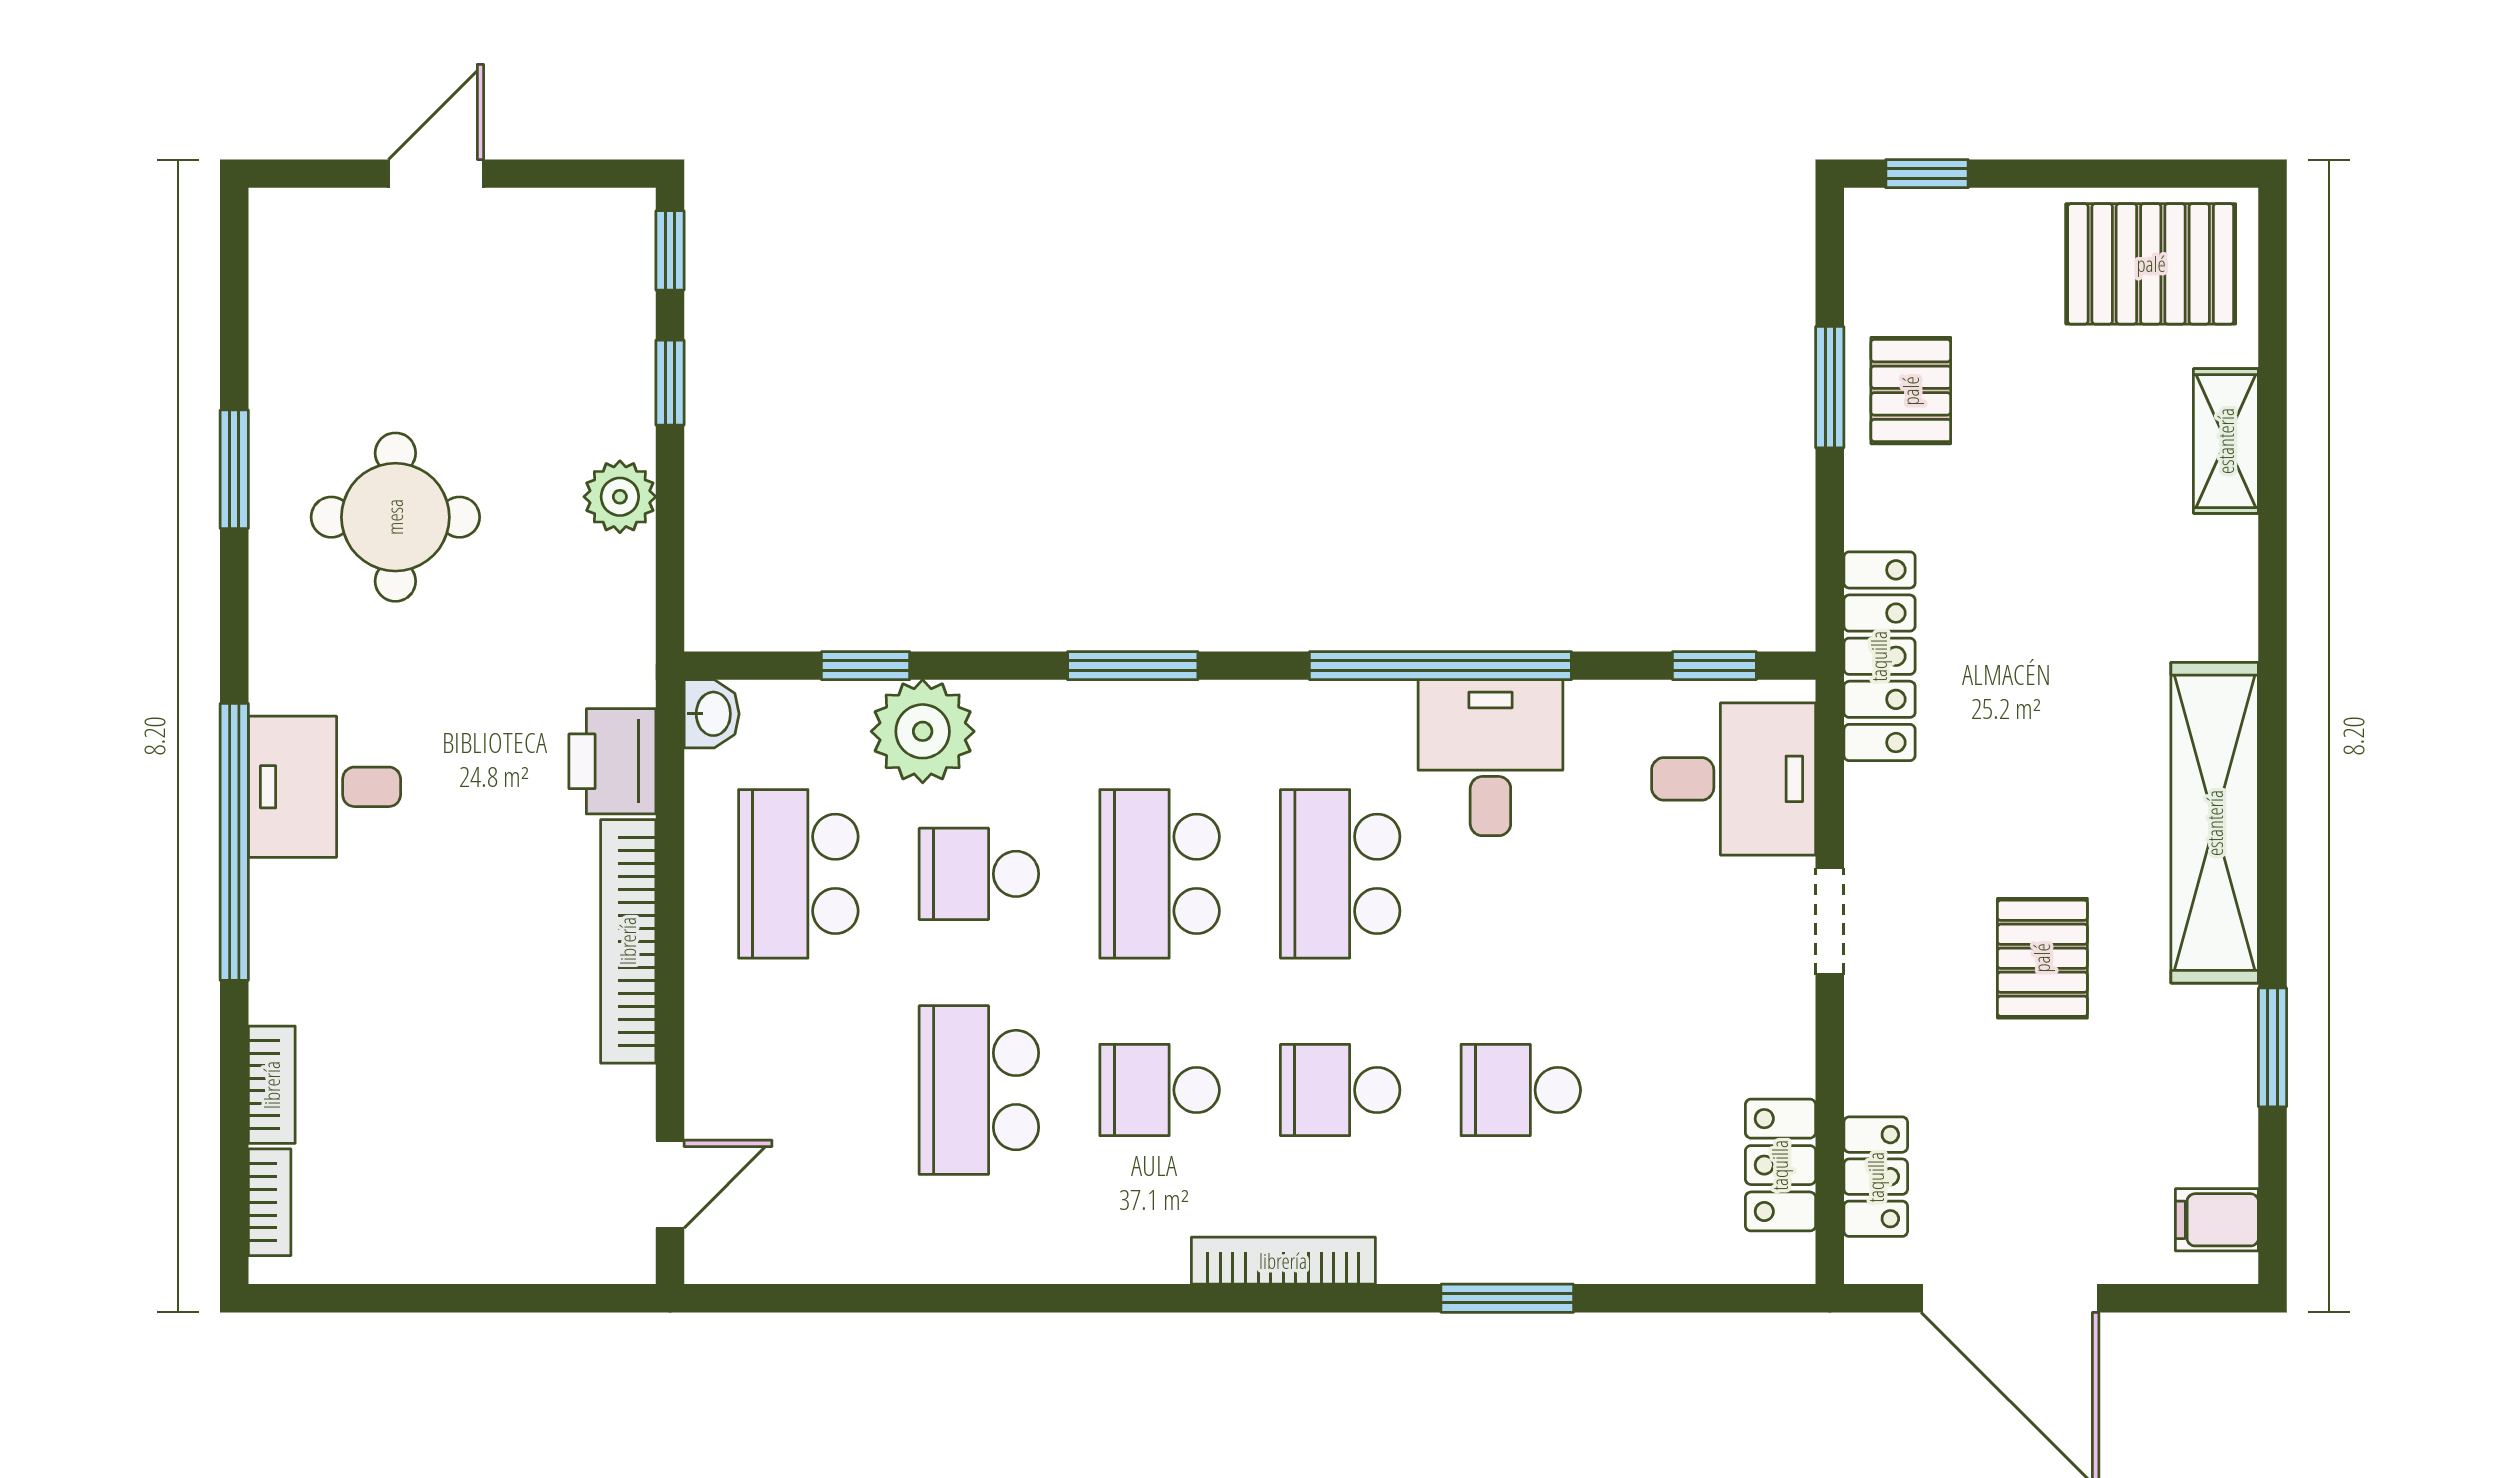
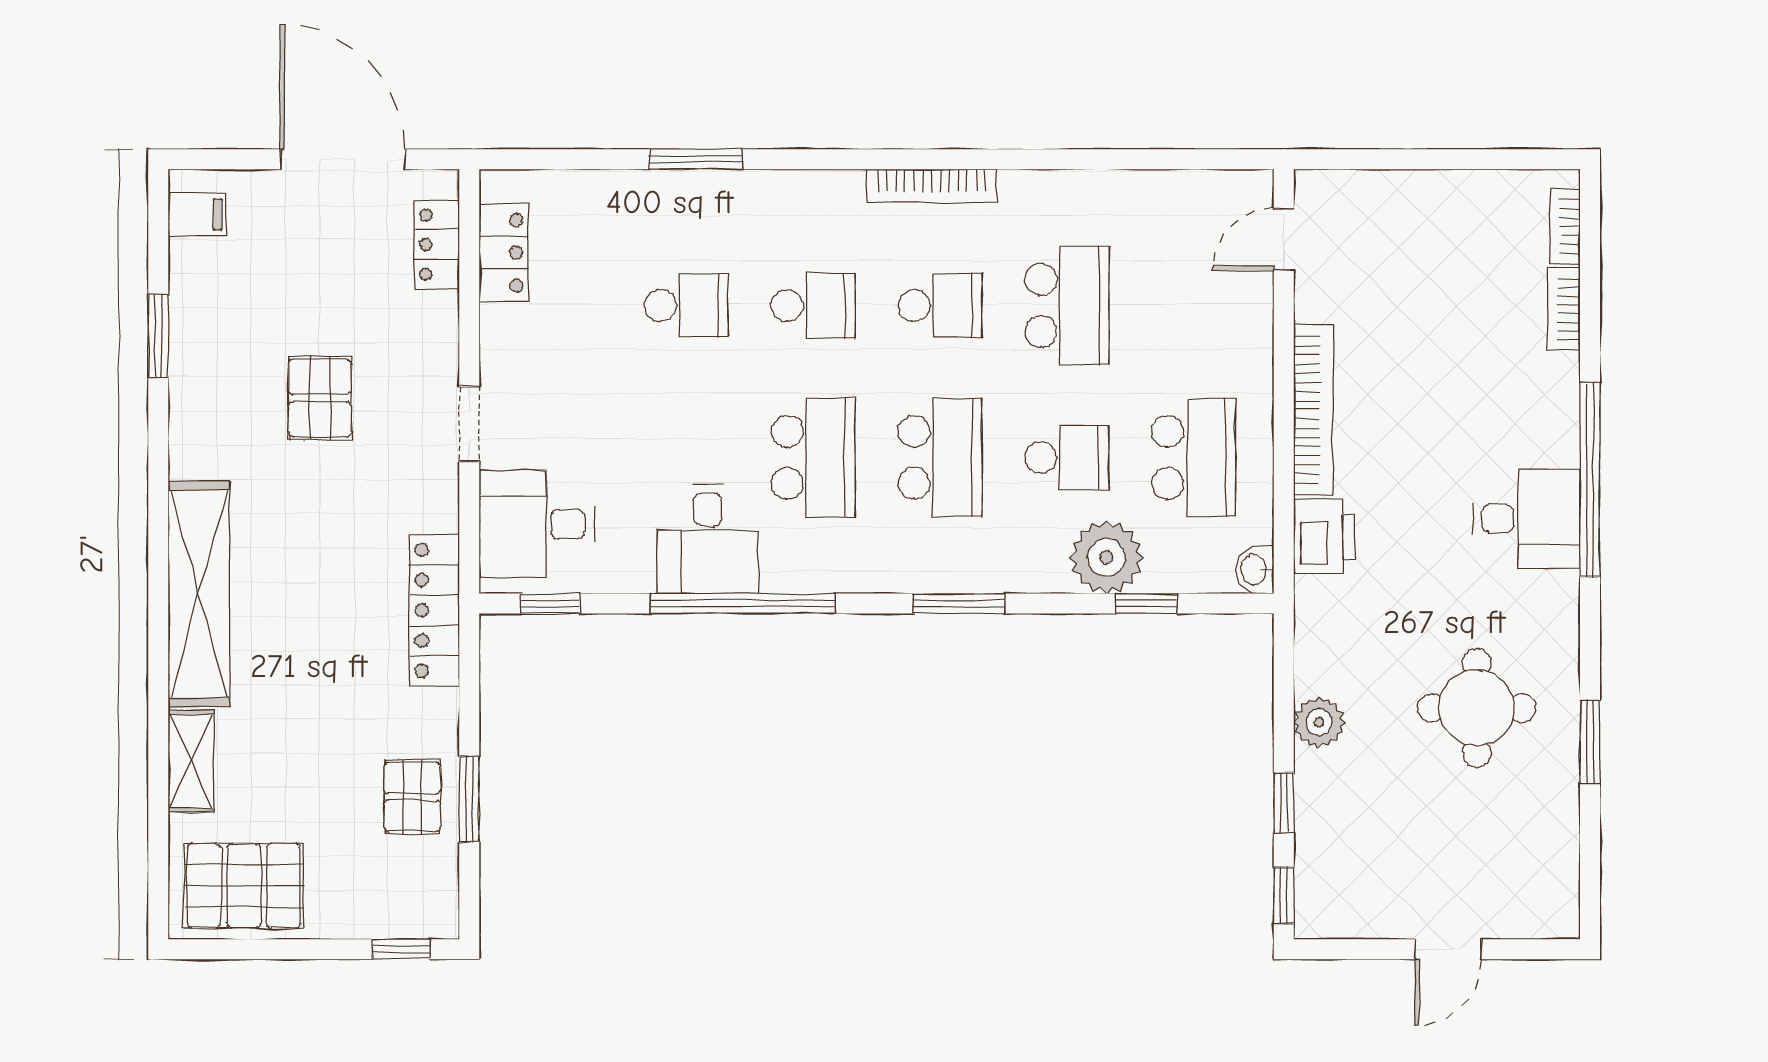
shelving: (2215, 823) -> (199, 594), moved
bookcase: (1283, 1261) -> (931, 186), moved

